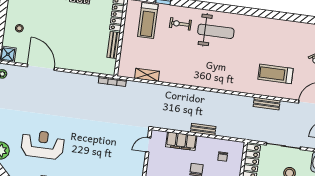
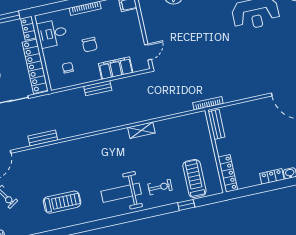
bench: (114, 45) -> (217, 124), moved
treadmill: (276, 74) -> (62, 202), moved
shelving: (147, 75) -> (141, 130), moved

